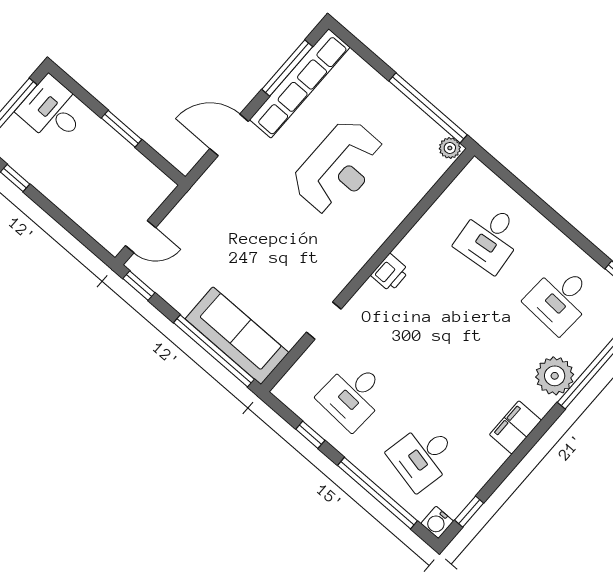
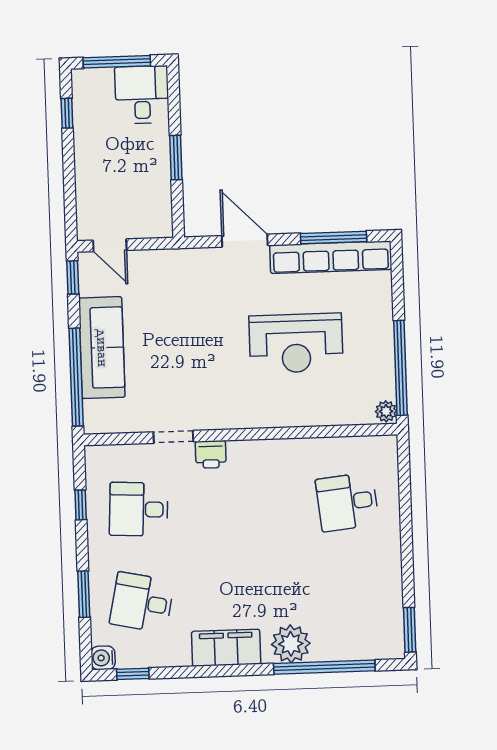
printer: (390, 273) -> (211, 454), moved
desk: (560, 299) -> (351, 595), removed
sofa: (237, 336) -> (102, 348), moved
filing cabinet: (515, 427) -> (226, 648), width x1.50, depth x1.17
window: (378, 493) -> (84, 594), width x0.47

